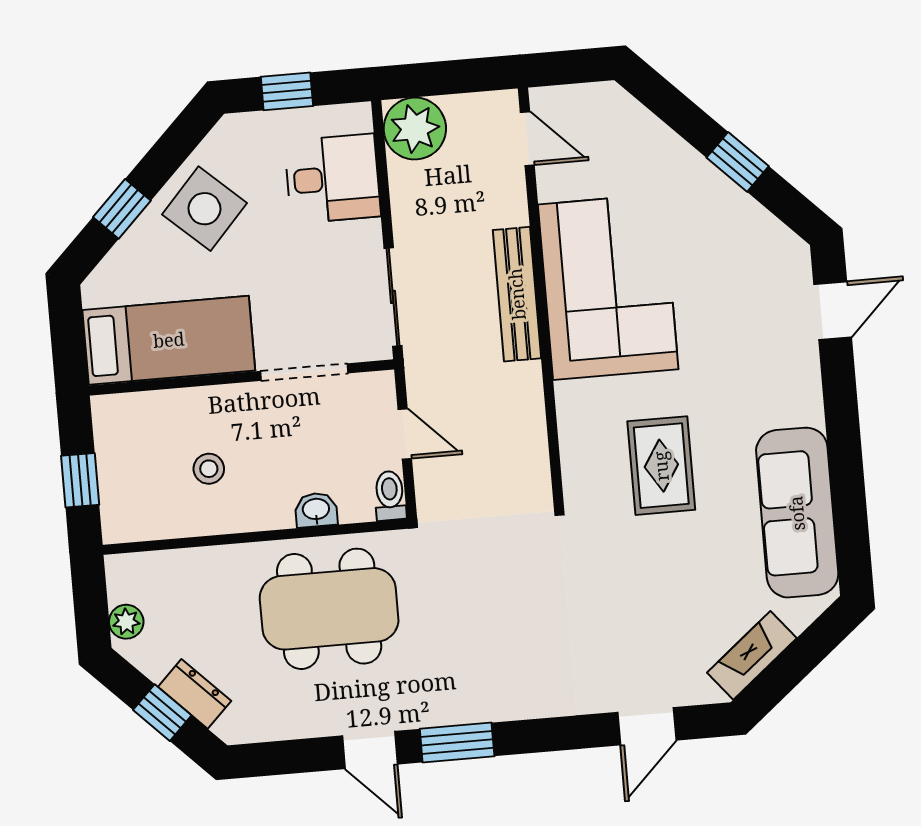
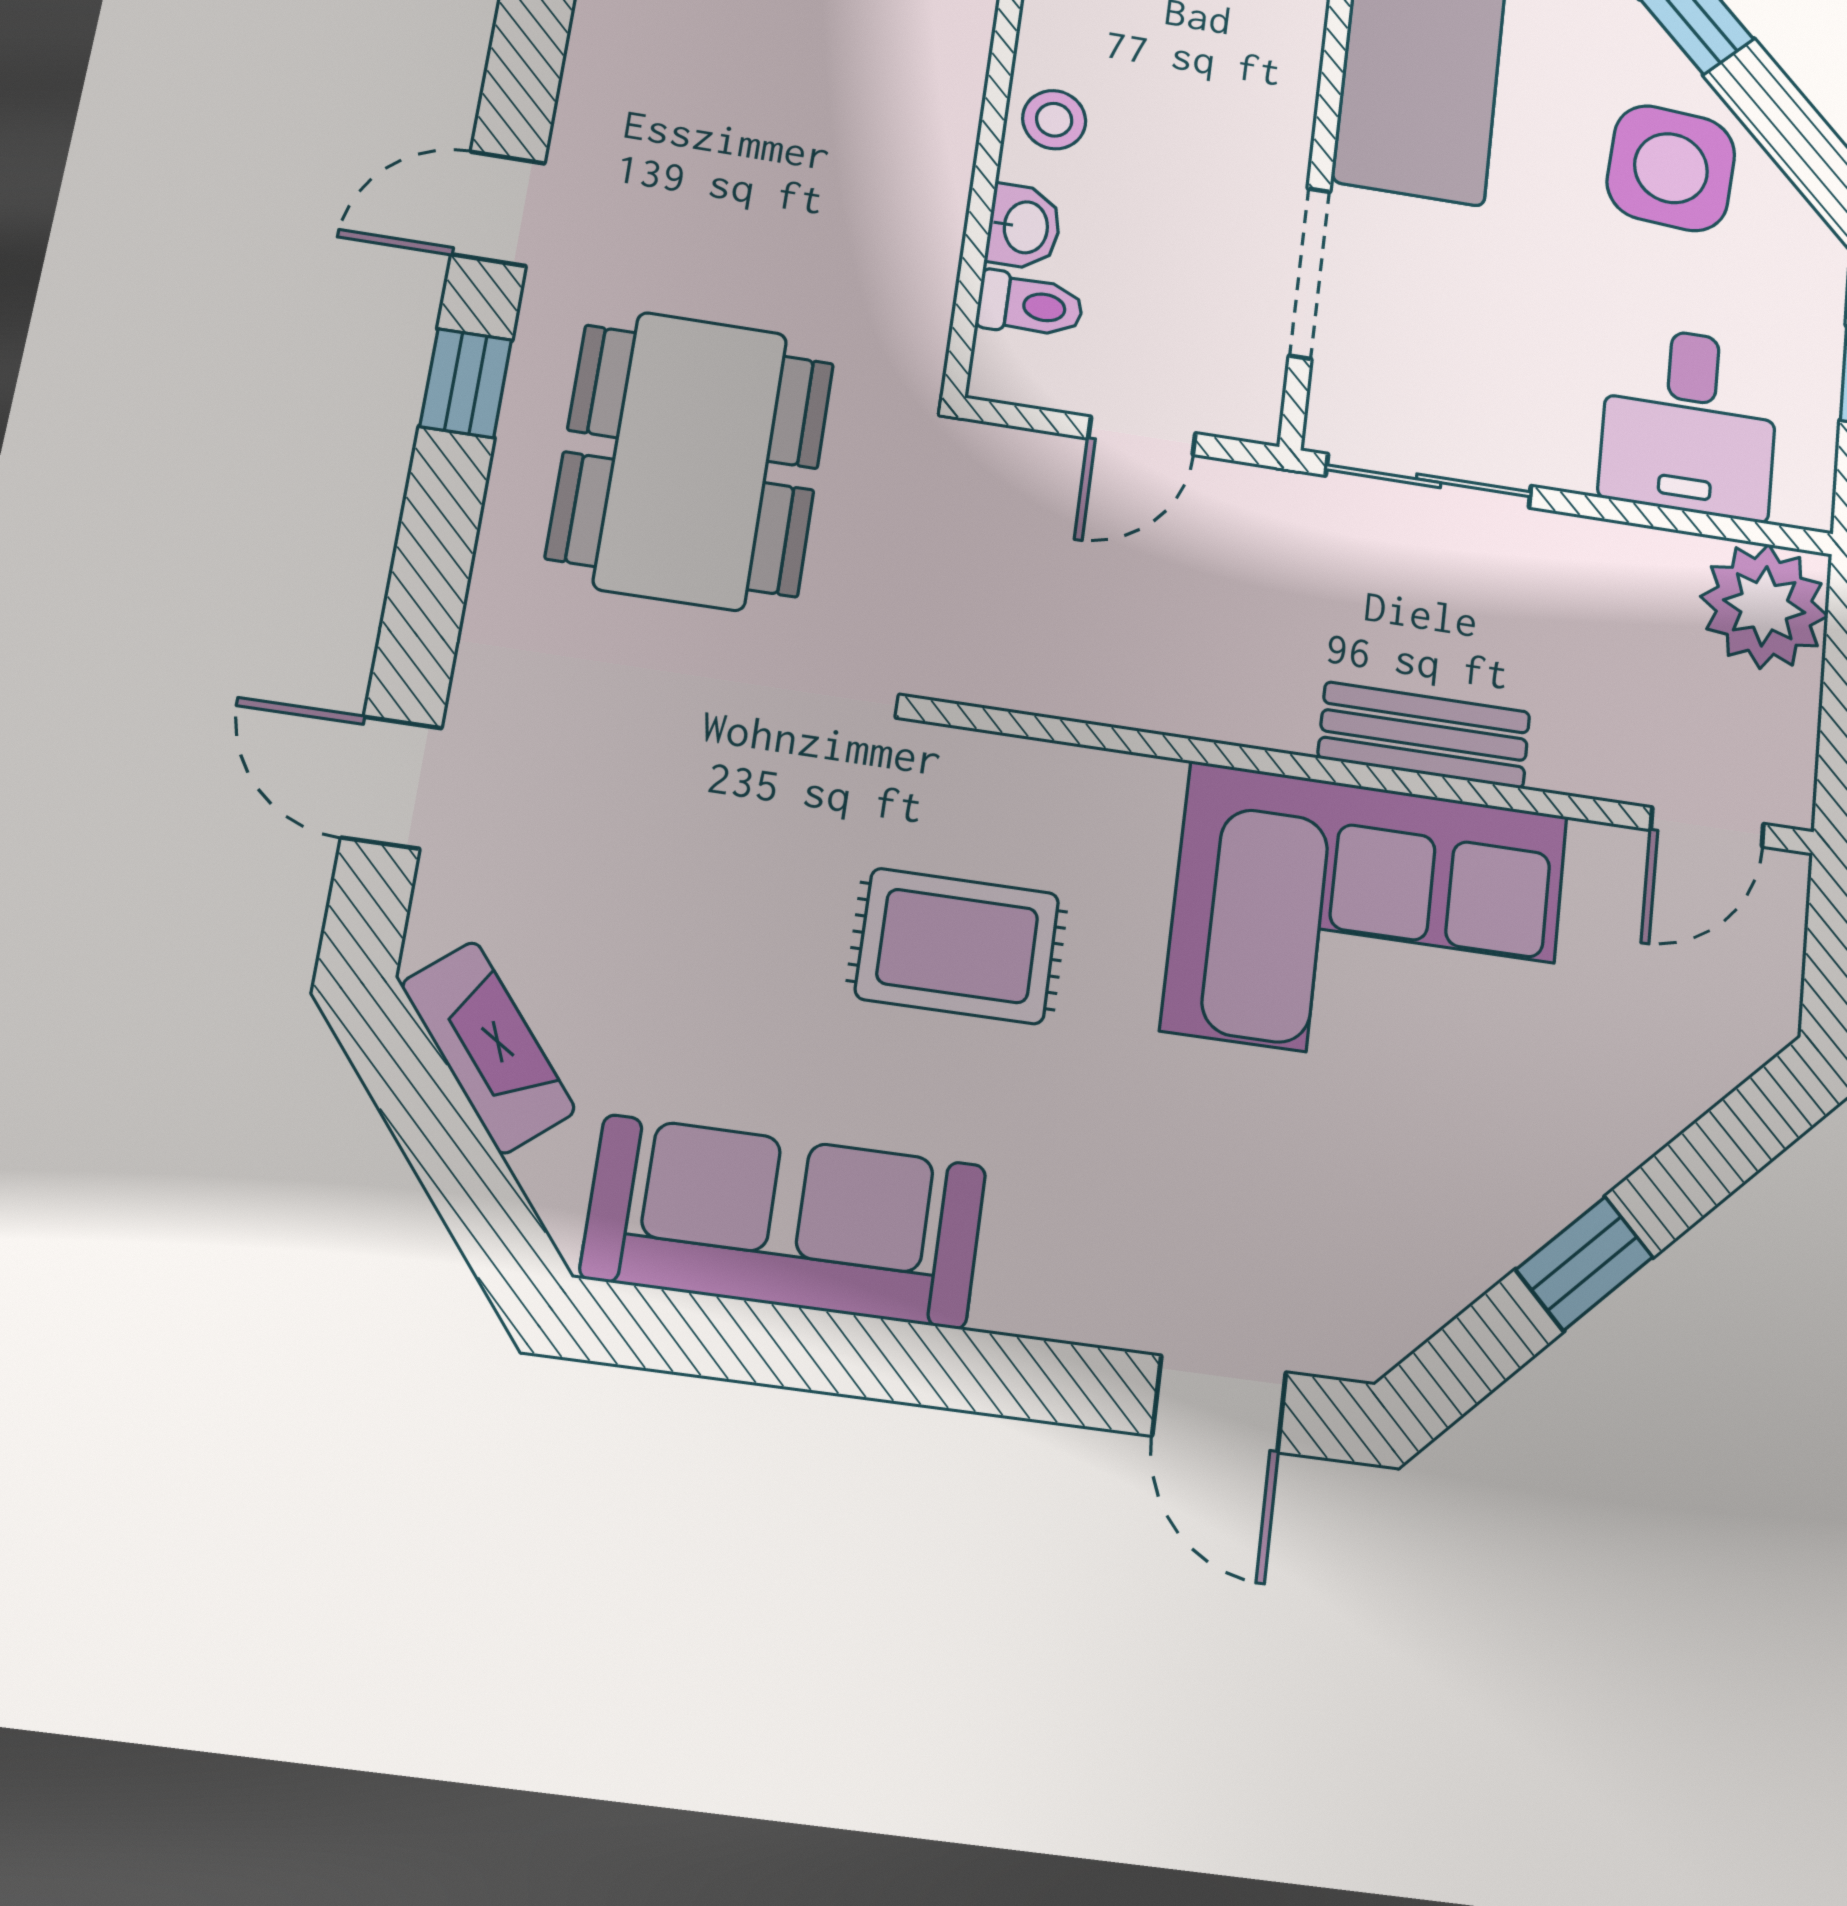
side table: (205, 209) -> (1671, 168), turned -38
bench: (517, 294) -> (1424, 735), width x0.73
stool: (209, 469) -> (1054, 120), moved
toilet: (390, 496) -> (1030, 305), moved
dining table: (329, 609) -> (691, 460), moved
window: (457, 743) -> (466, 383), width x0.67

